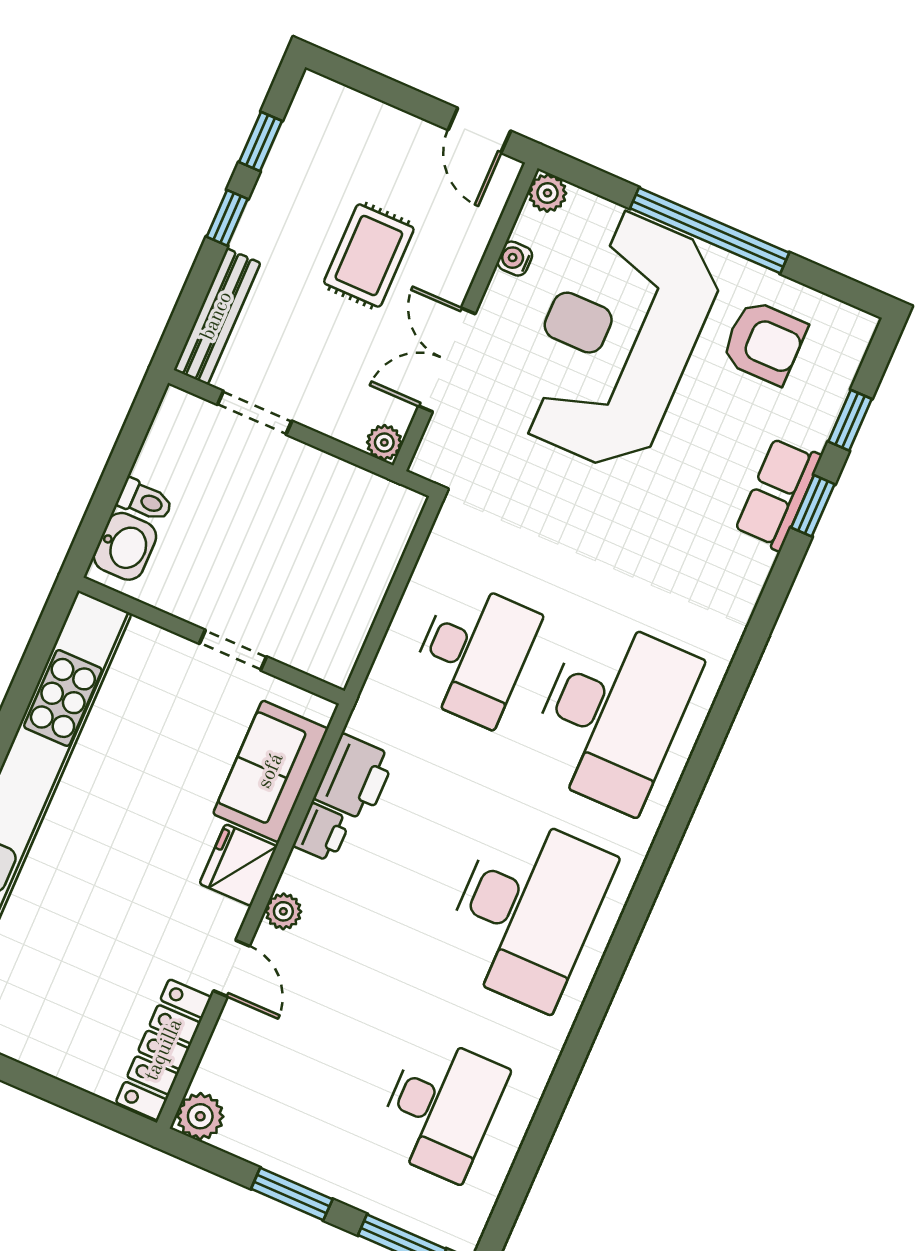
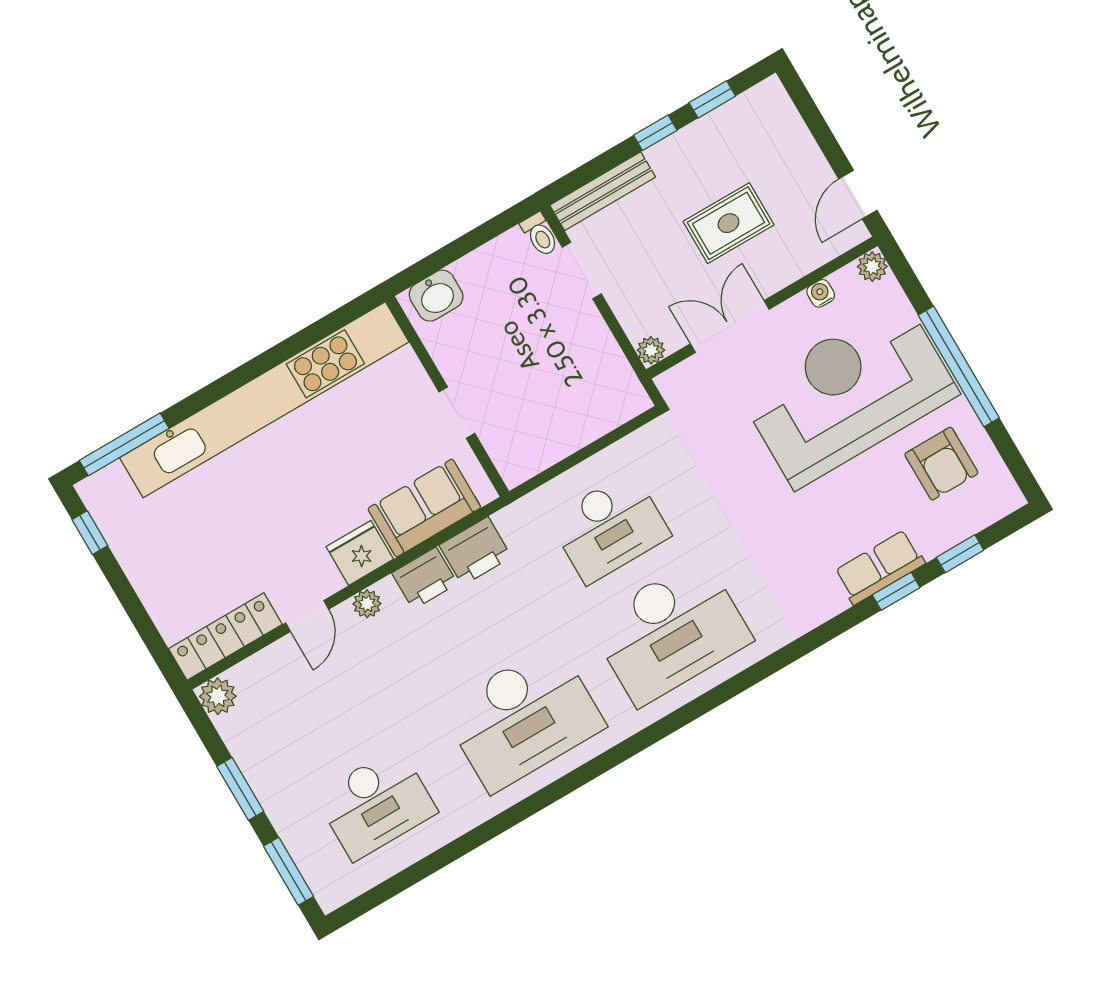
toilet: (145, 500) -> (540, 235), moved
printer: (322, 833) -> (425, 578), width x1.36, depth x1.24

